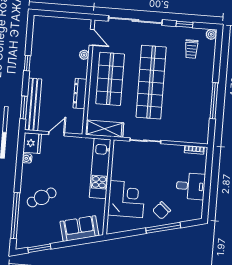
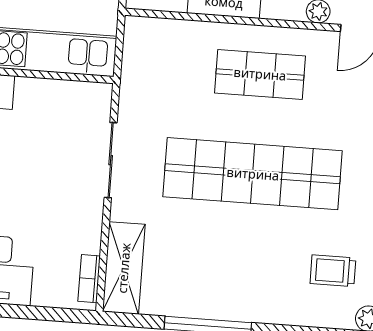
shop shelf: (110, 79) -> (260, 74), width x0.70, depth x0.74
shelving: (104, 129) -> (124, 268), moved

